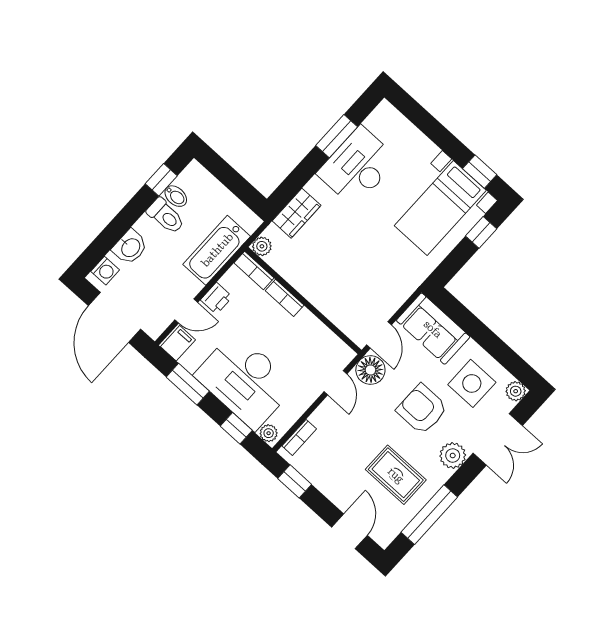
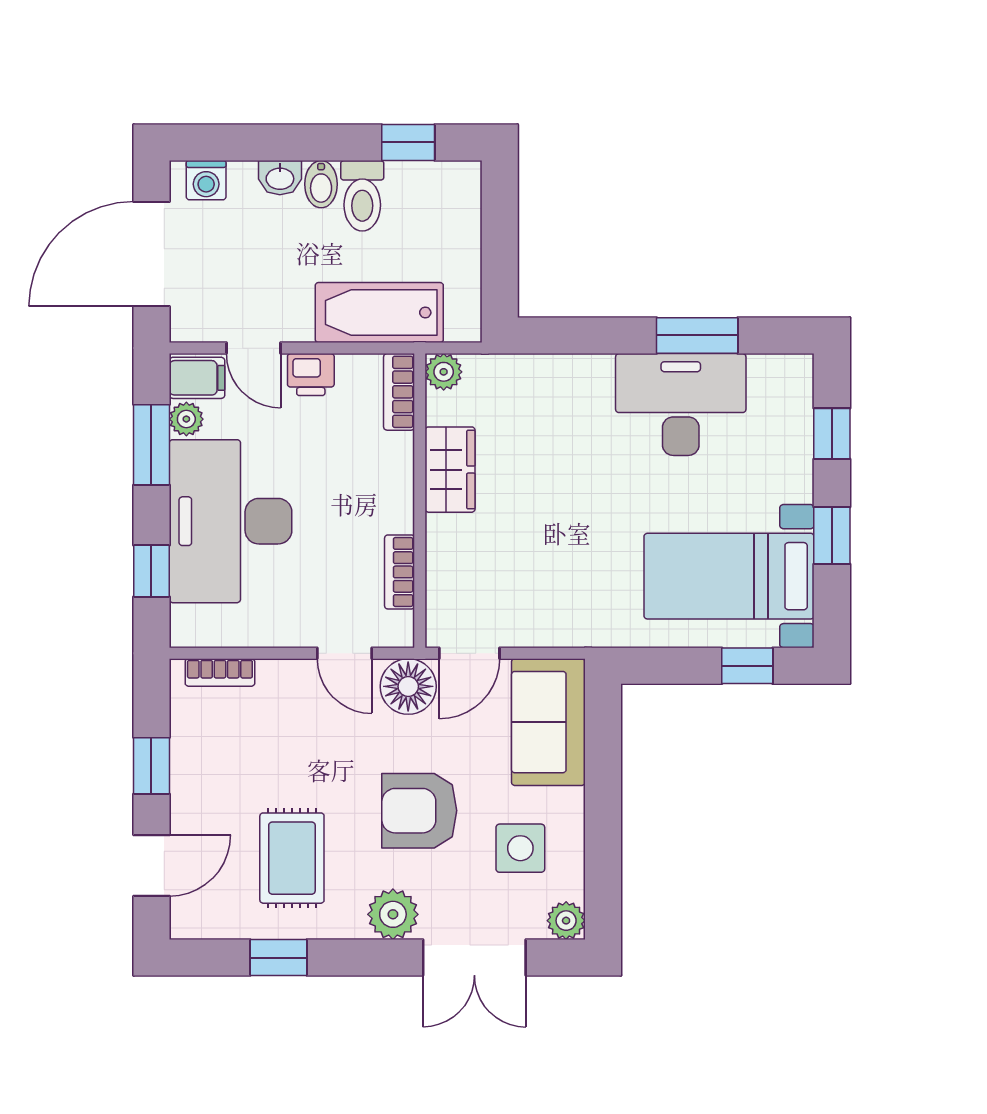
window: (421, 119) -> (832, 434), added
window: (480, 172) -> (832, 536), moved
bidet: (176, 196) -> (321, 184), moved
wardrobe: (297, 213) -> (450, 470), moved, turned -90
washbasin: (130, 247) -> (280, 178), width x0.72, depth x0.69
bookcase: (285, 298) -> (400, 572), moved
door: (335, 383) -> (345, 653), hinge flipped
side table: (472, 383) -> (520, 848), width x0.73, depth x0.73
armchair: (422, 409) -> (419, 811), turned -90
plant: (269, 433) -> (186, 419), moved
window: (295, 481) -> (151, 766), moved
window: (429, 515) -> (278, 958), width x0.46

